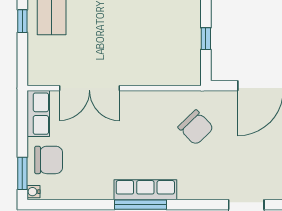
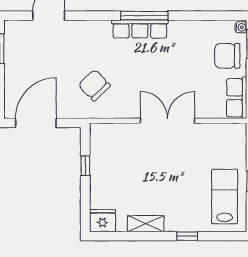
double door: (89, 88) -> (168, 121), moved

